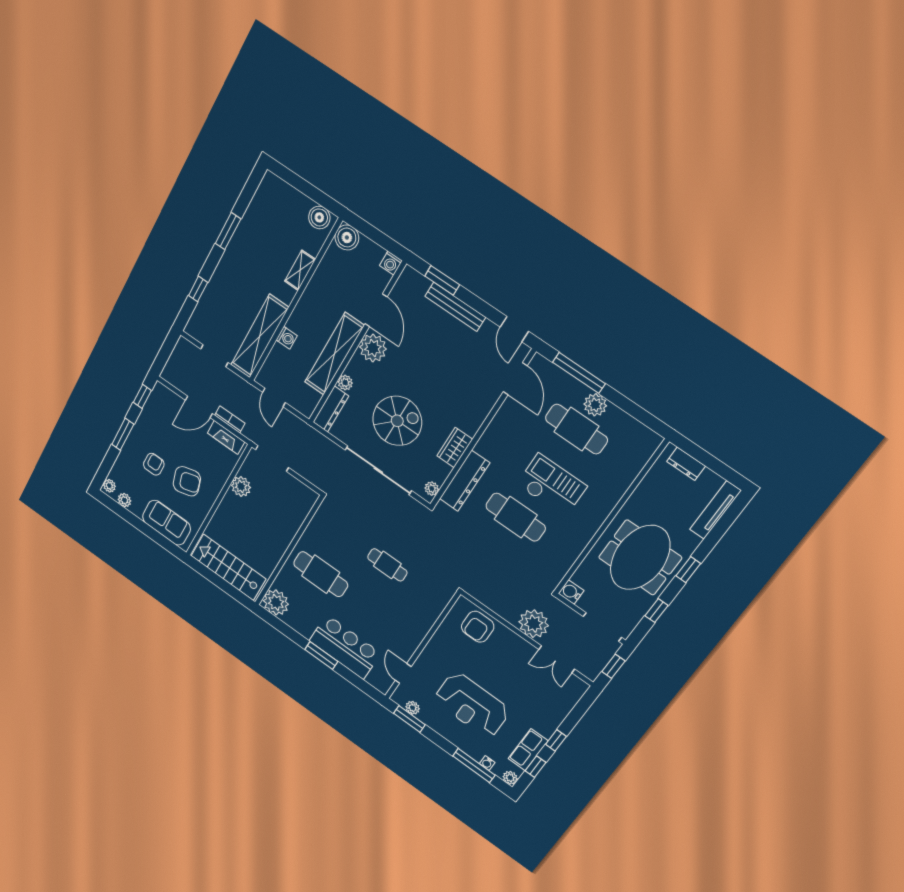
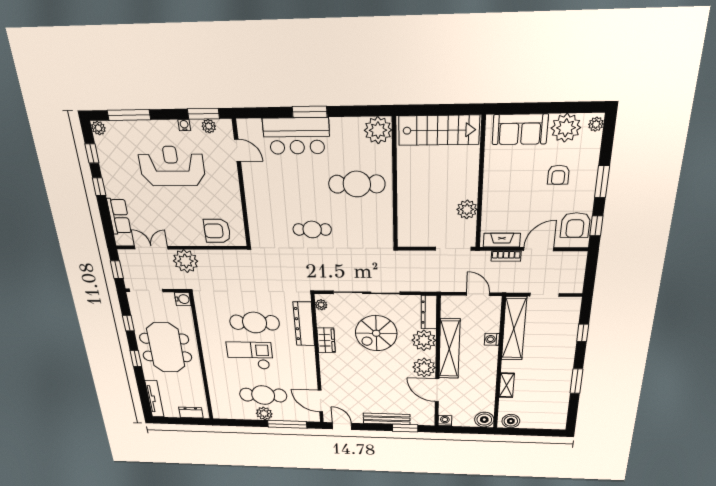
plant: (345, 383) -> (424, 340), width x1.88, depth x1.88
armchair: (187, 481) -> (575, 225), moved, turned -74
checkout: (552, 485) -> (250, 356), turned 180
plant: (124, 500) -> (566, 128), width x1.87, depth x1.87
armchair: (478, 627) -> (217, 231), turned -90
row of seats: (528, 750) -> (119, 216), moved
water cooler: (487, 763) -> (184, 125), moved

